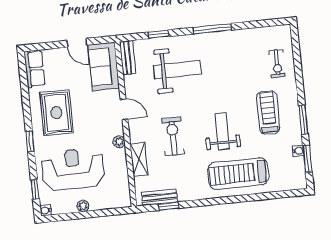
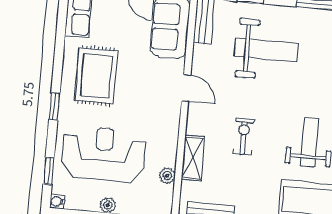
exercise bike: (173, 136) -> (243, 136), width x0.73, depth x0.72
plant: (119, 142) -> (167, 176), moved

